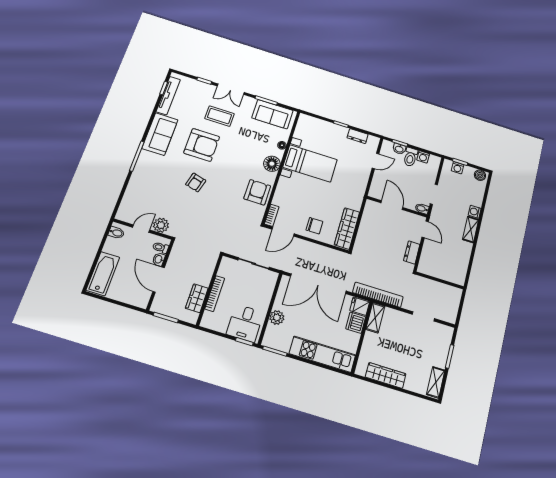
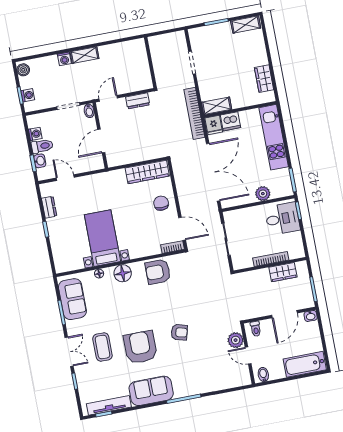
washbasin: (159, 259) -> (311, 316), moved
wardrobe: (386, 375) -> (264, 79), width x0.67

